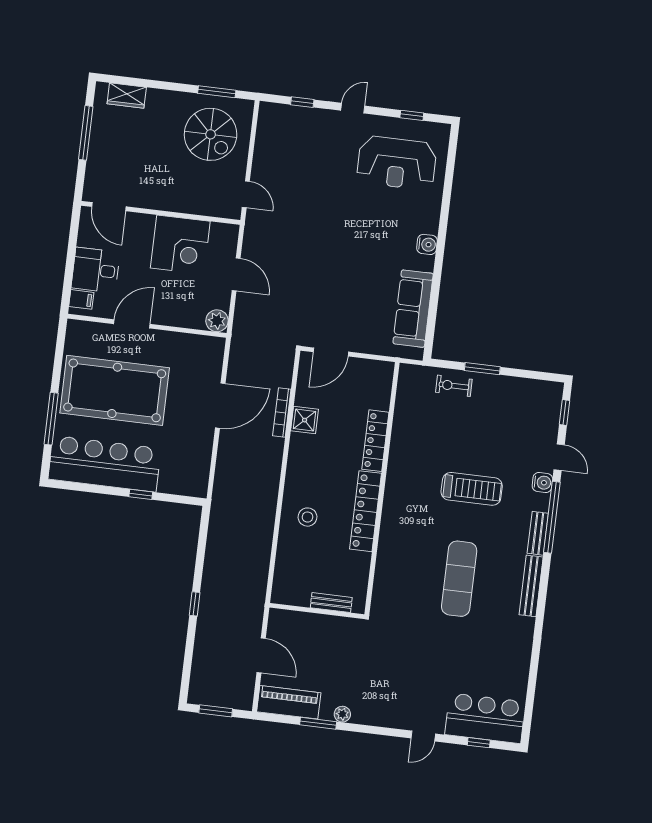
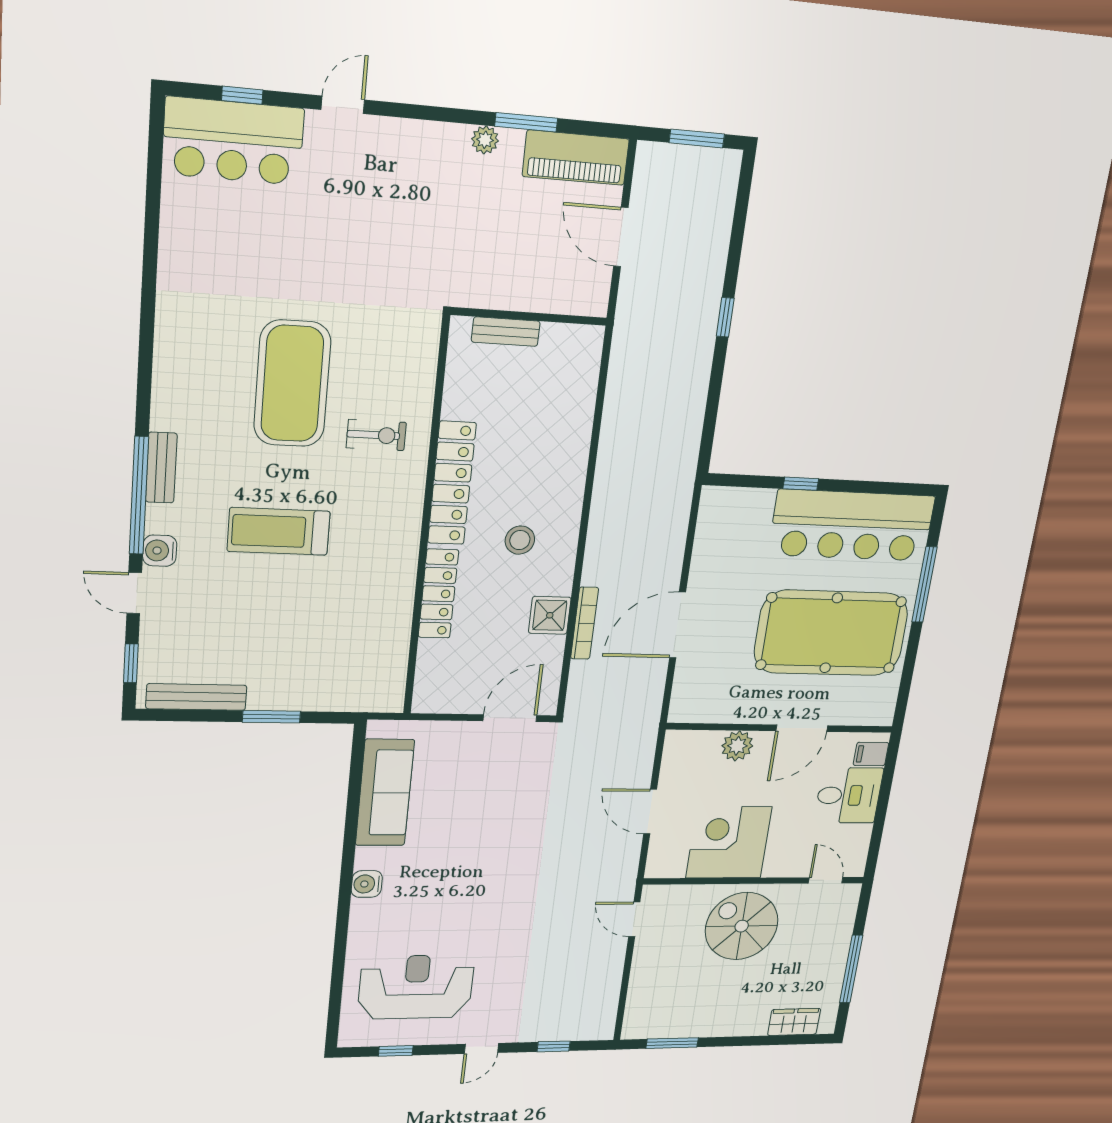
spiral stairs: (211, 134) -> (742, 926), moved
door: (109, 207) -> (826, 880), width x0.73
plant: (217, 321) -> (737, 746), moved
exercise bike: (454, 386) -> (376, 435), moved
stool: (308, 517) -> (520, 540), moved
exercise mat: (459, 579) -> (292, 384), width x1.47
bench: (531, 586) -> (196, 697), moved, turned 90

